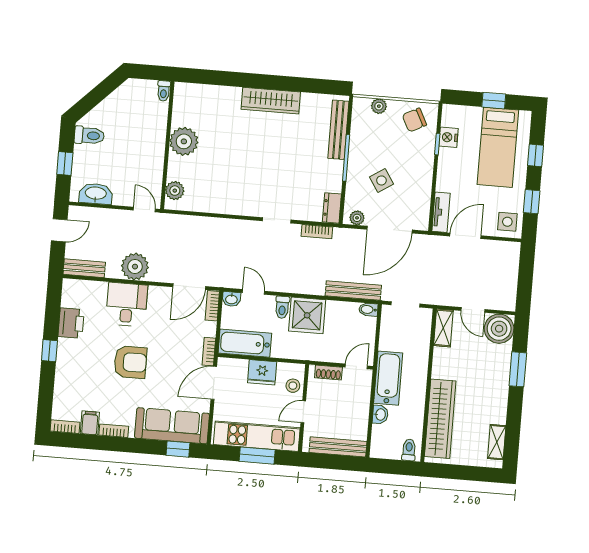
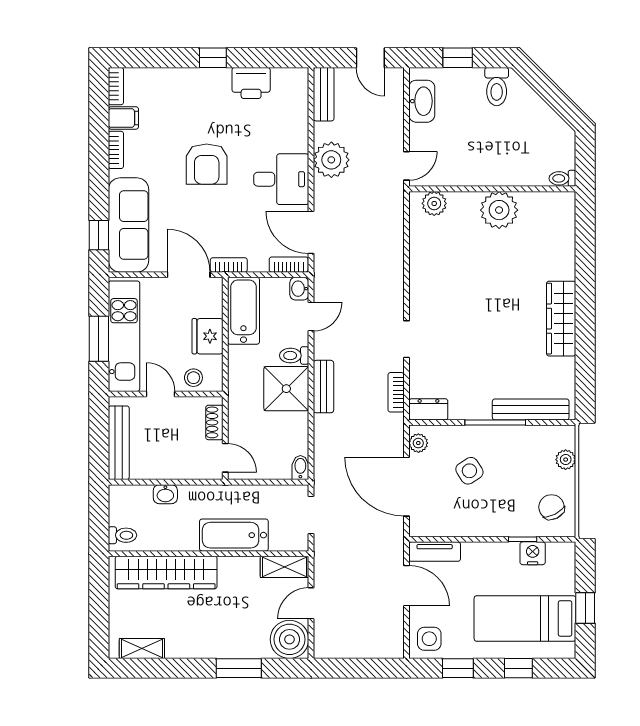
bench: (353, 291) -> (323, 387), moved, width x0.73
desk: (127, 304) -> (281, 179), moved
bathtub: (388, 378) -> (234, 535), moved, turned 180

